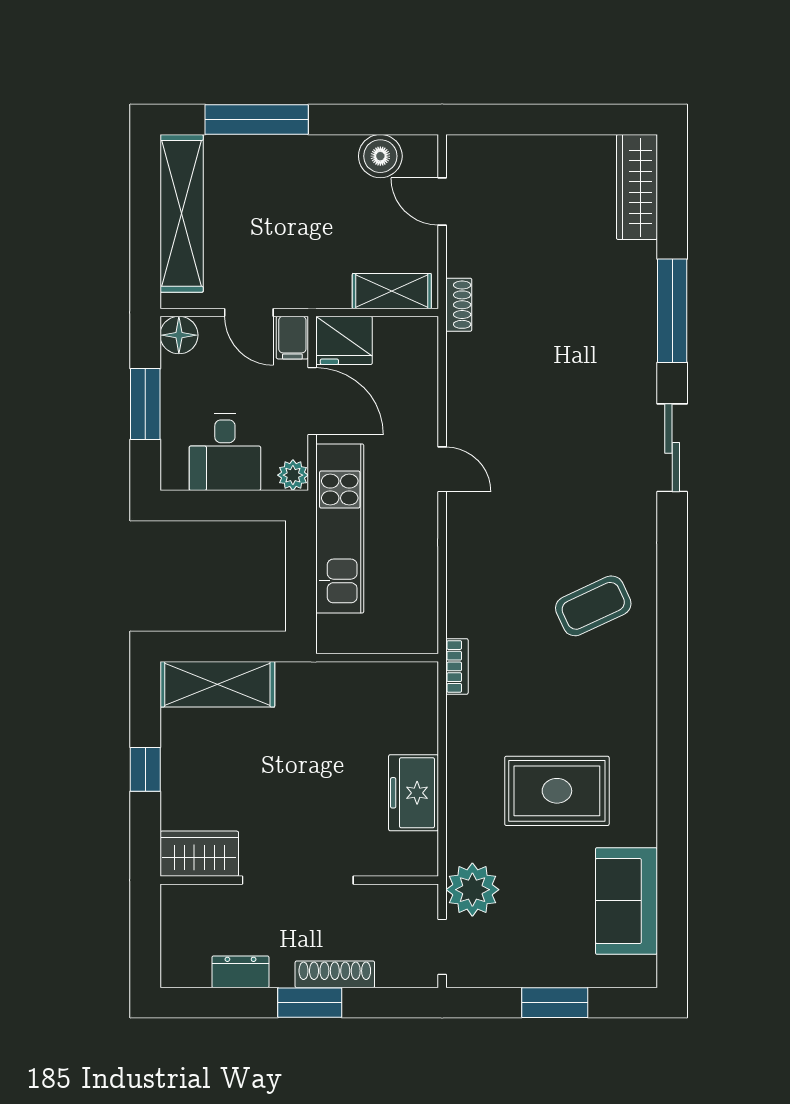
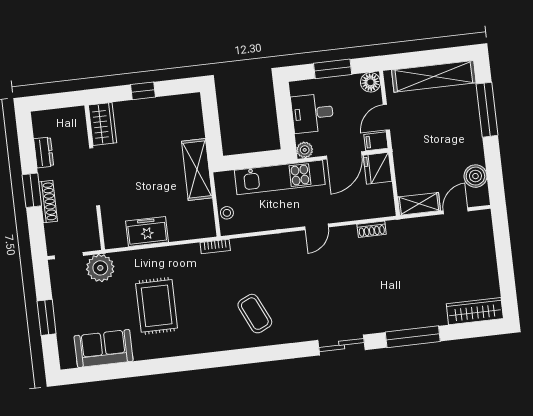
shelving: (392, 291) -> (419, 204), moved, turned 90
shoe rack: (459, 305) -> (372, 229), moved
stool: (396, 637) -> (227, 213), added
shelving: (217, 684) -> (197, 169), moved

